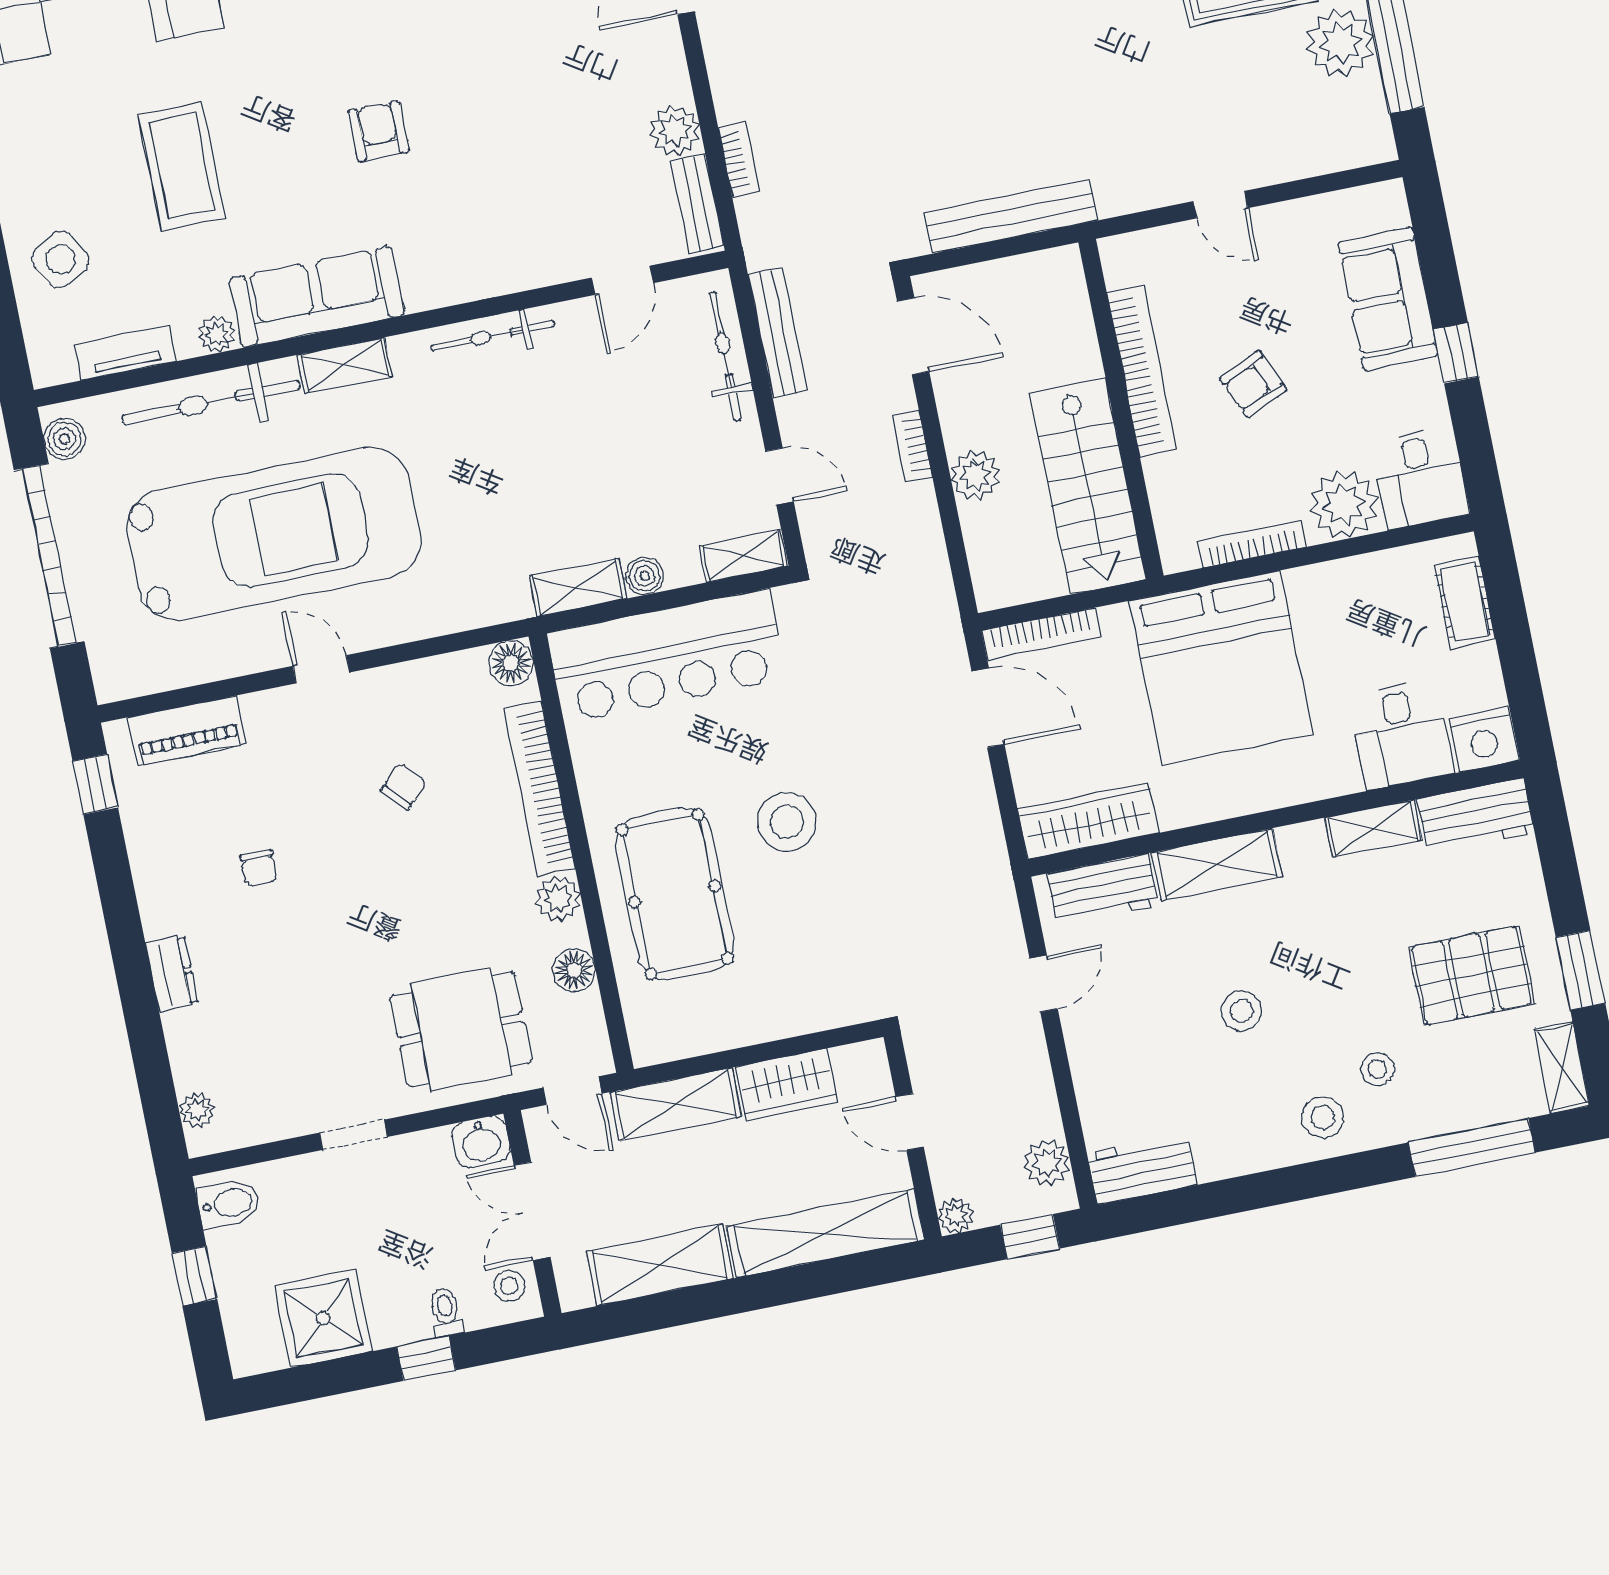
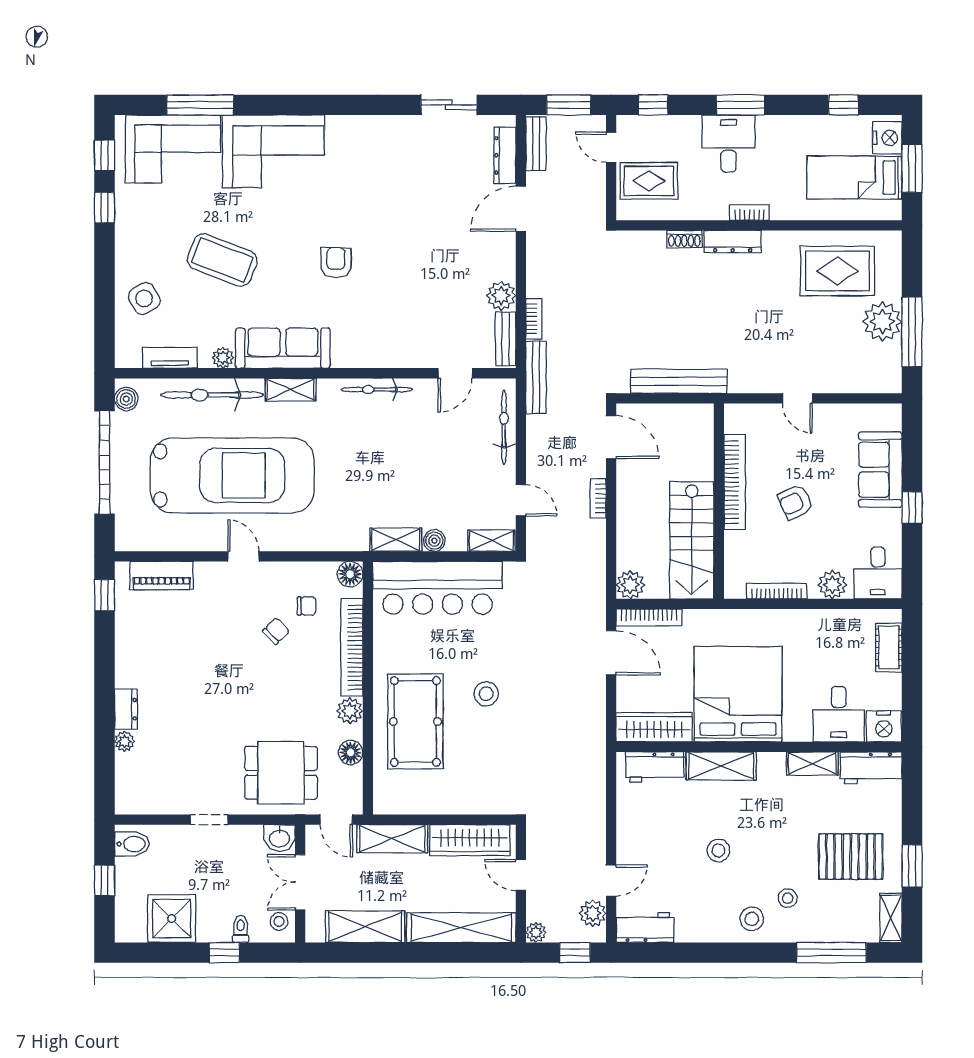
coffee table: (182, 166) -> (222, 260), turned -69
bench: (778, 333) -> (536, 377), moved
plant: (975, 475) -> (630, 585), moved
plant: (1344, 505) -> (832, 585), width x0.73, depth x0.73
bed: (1221, 668) -> (738, 694), moved, turned 180
stool: (787, 822) -> (486, 694), width x0.73, depth x0.73
chair: (259, 868) -> (307, 606), moved, turned -90
door: (1044, 984) -> (611, 881), moved
wardrobe: (787, 1084) -> (470, 840), width x1.50
plant: (197, 1110) -> (125, 741), moved

